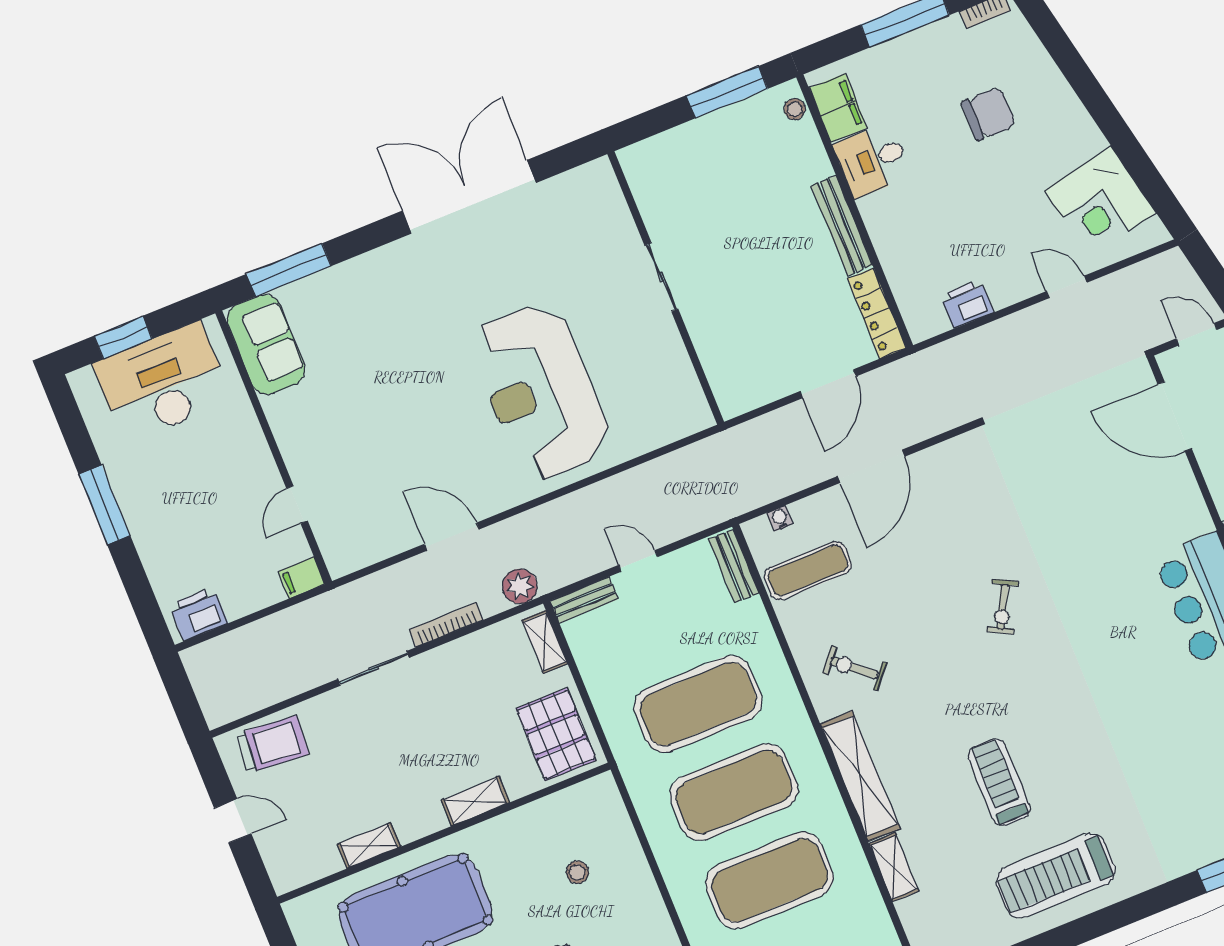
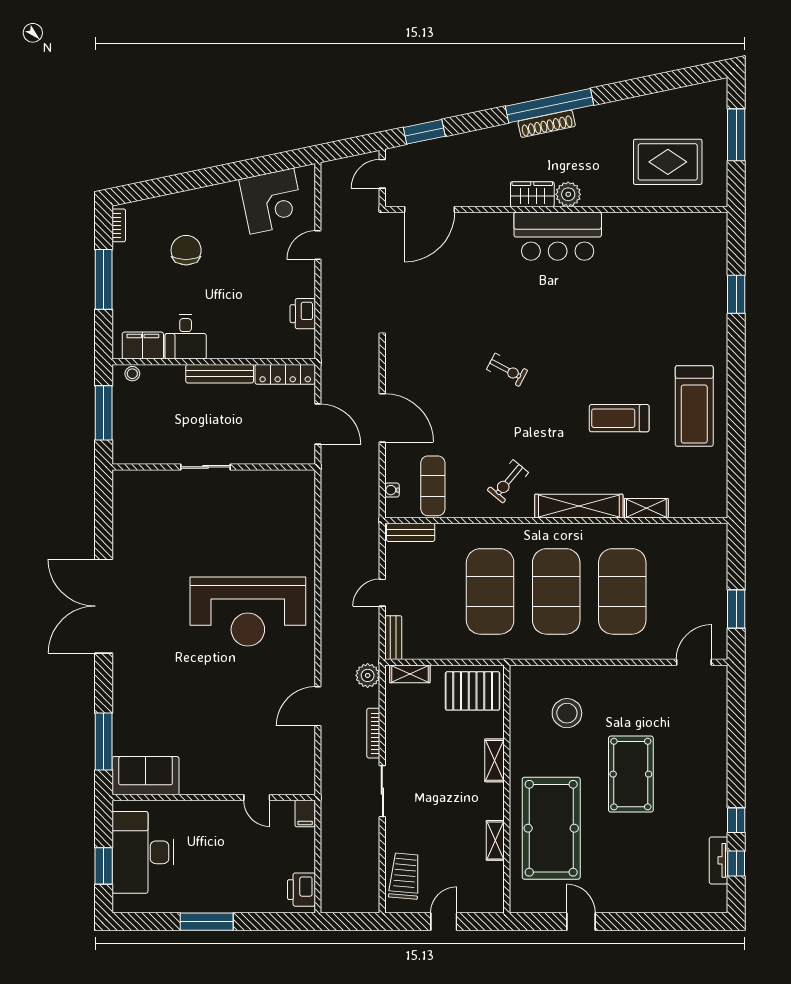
sliding door: (661, 277) -> (206, 467), moved
wall: (666, 288) -> (214, 467), moved
stool: (577, 872) -> (567, 713), width x1.89, depth x1.89

